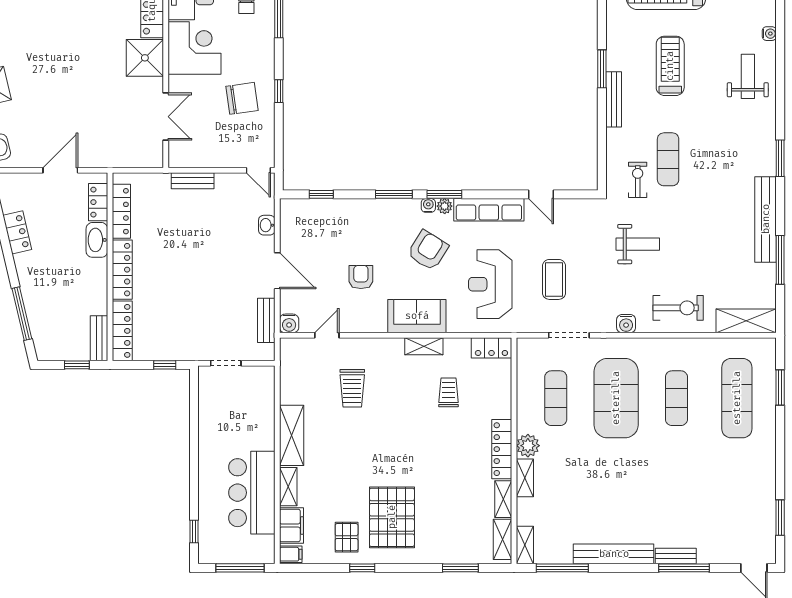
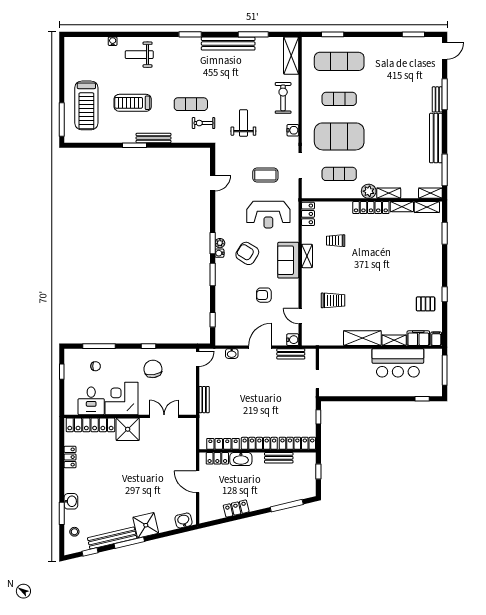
row of seats: (489, 210) -> (222, 216), removed
bench: (99, 338) -> (279, 458), moved
pallet: (392, 517) -> (413, 276), removed

